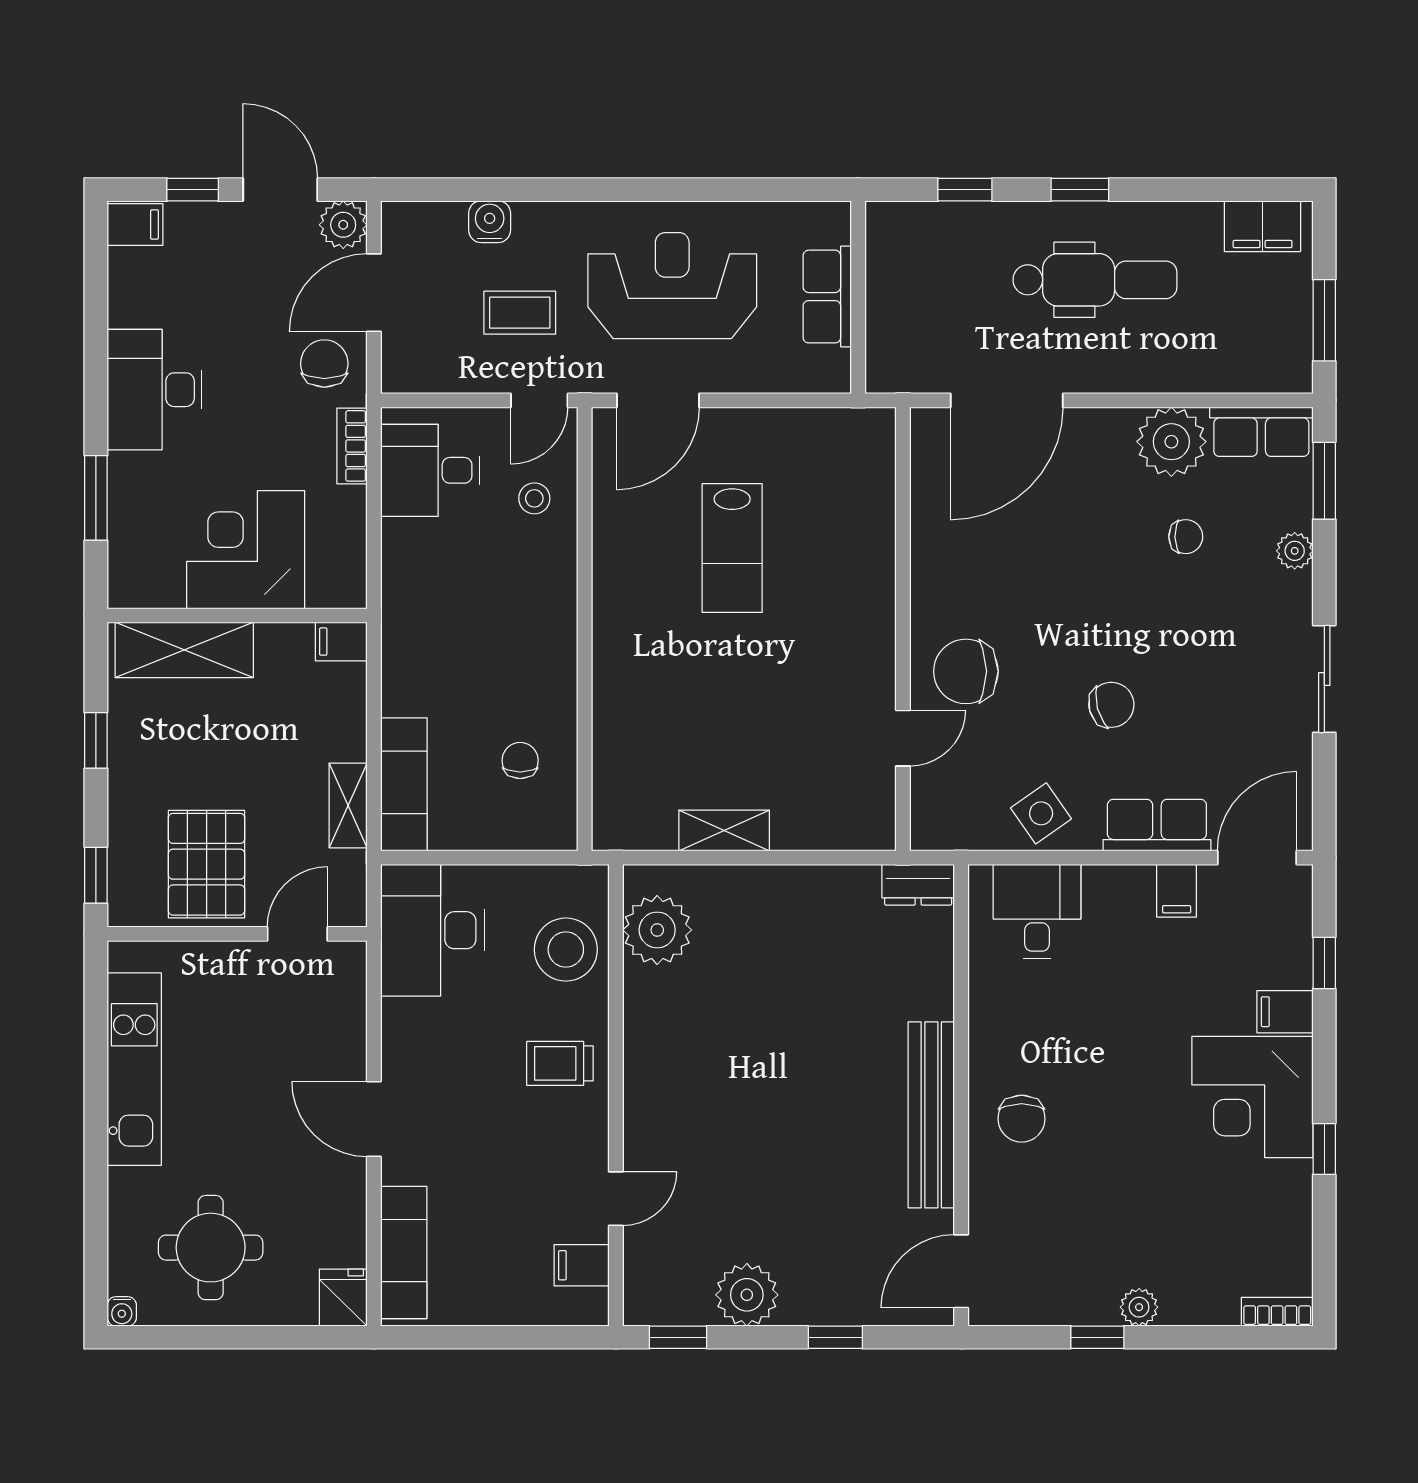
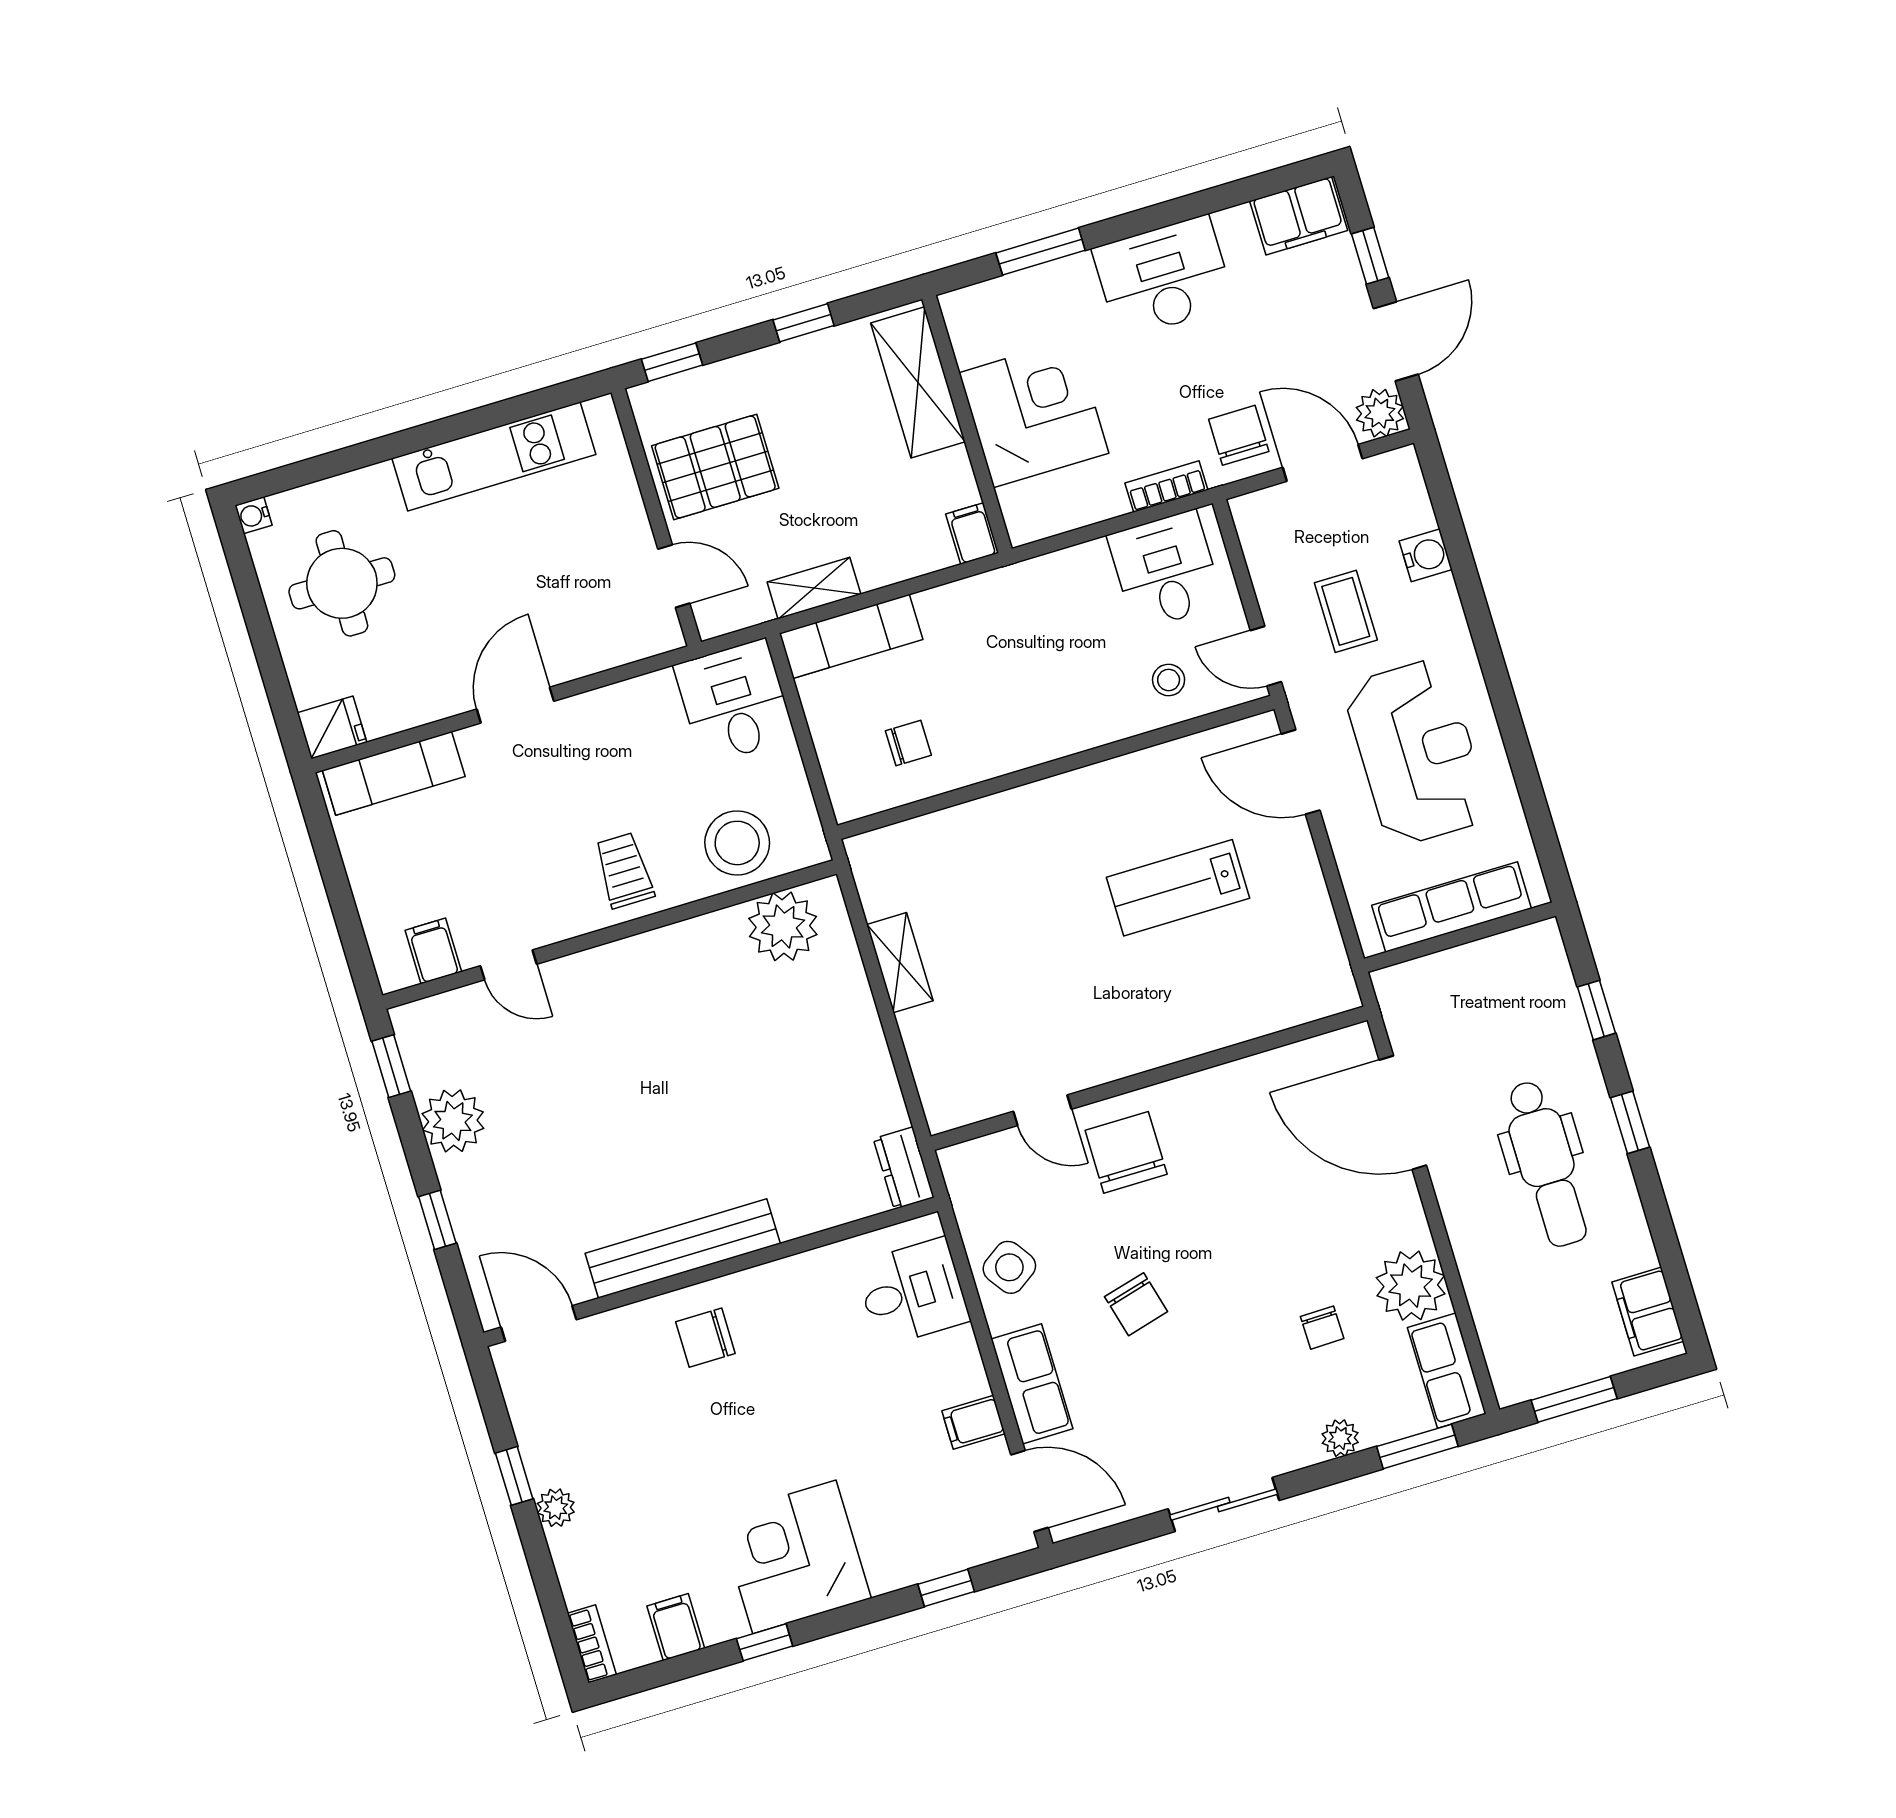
filing cabinet: (135, 225) -> (1299, 216), width x2.00
row of seats: (827, 297) -> (1452, 907), width x1.48
chair: (324, 364) -> (1239, 435), turned -90
desk: (432, 930) -> (734, 702), width x0.73
filing cabinet: (1285, 1012) -> (676, 1627), moved

